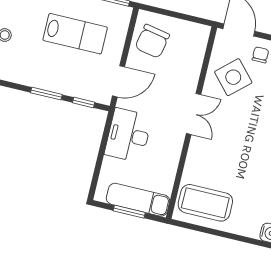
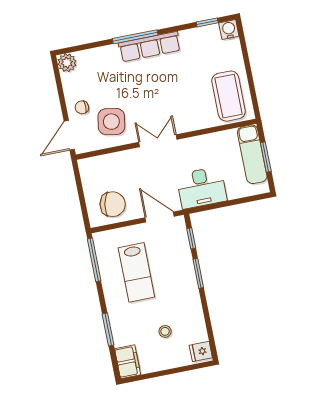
lab bench: (75, 34) -> (136, 272), turned 180
side table: (233, 77) -> (111, 122), turned -38

